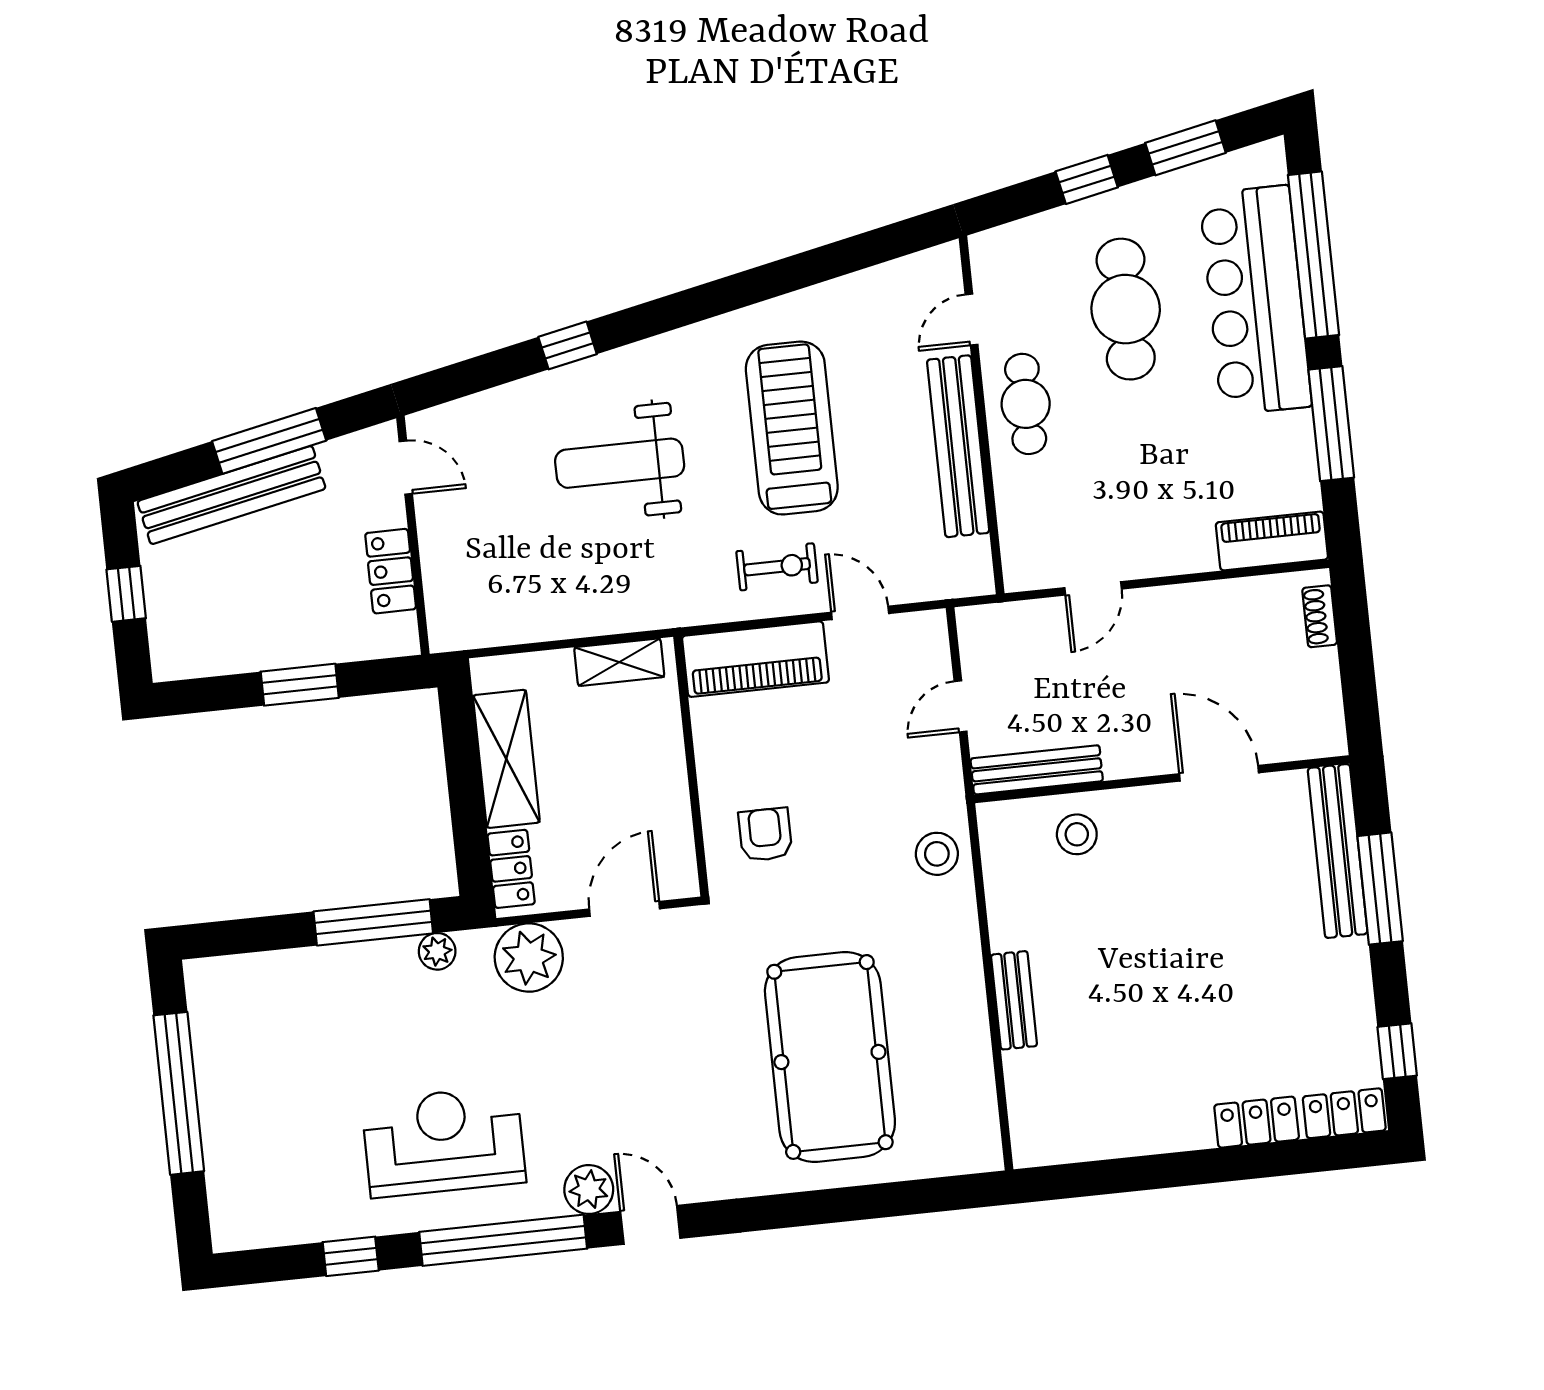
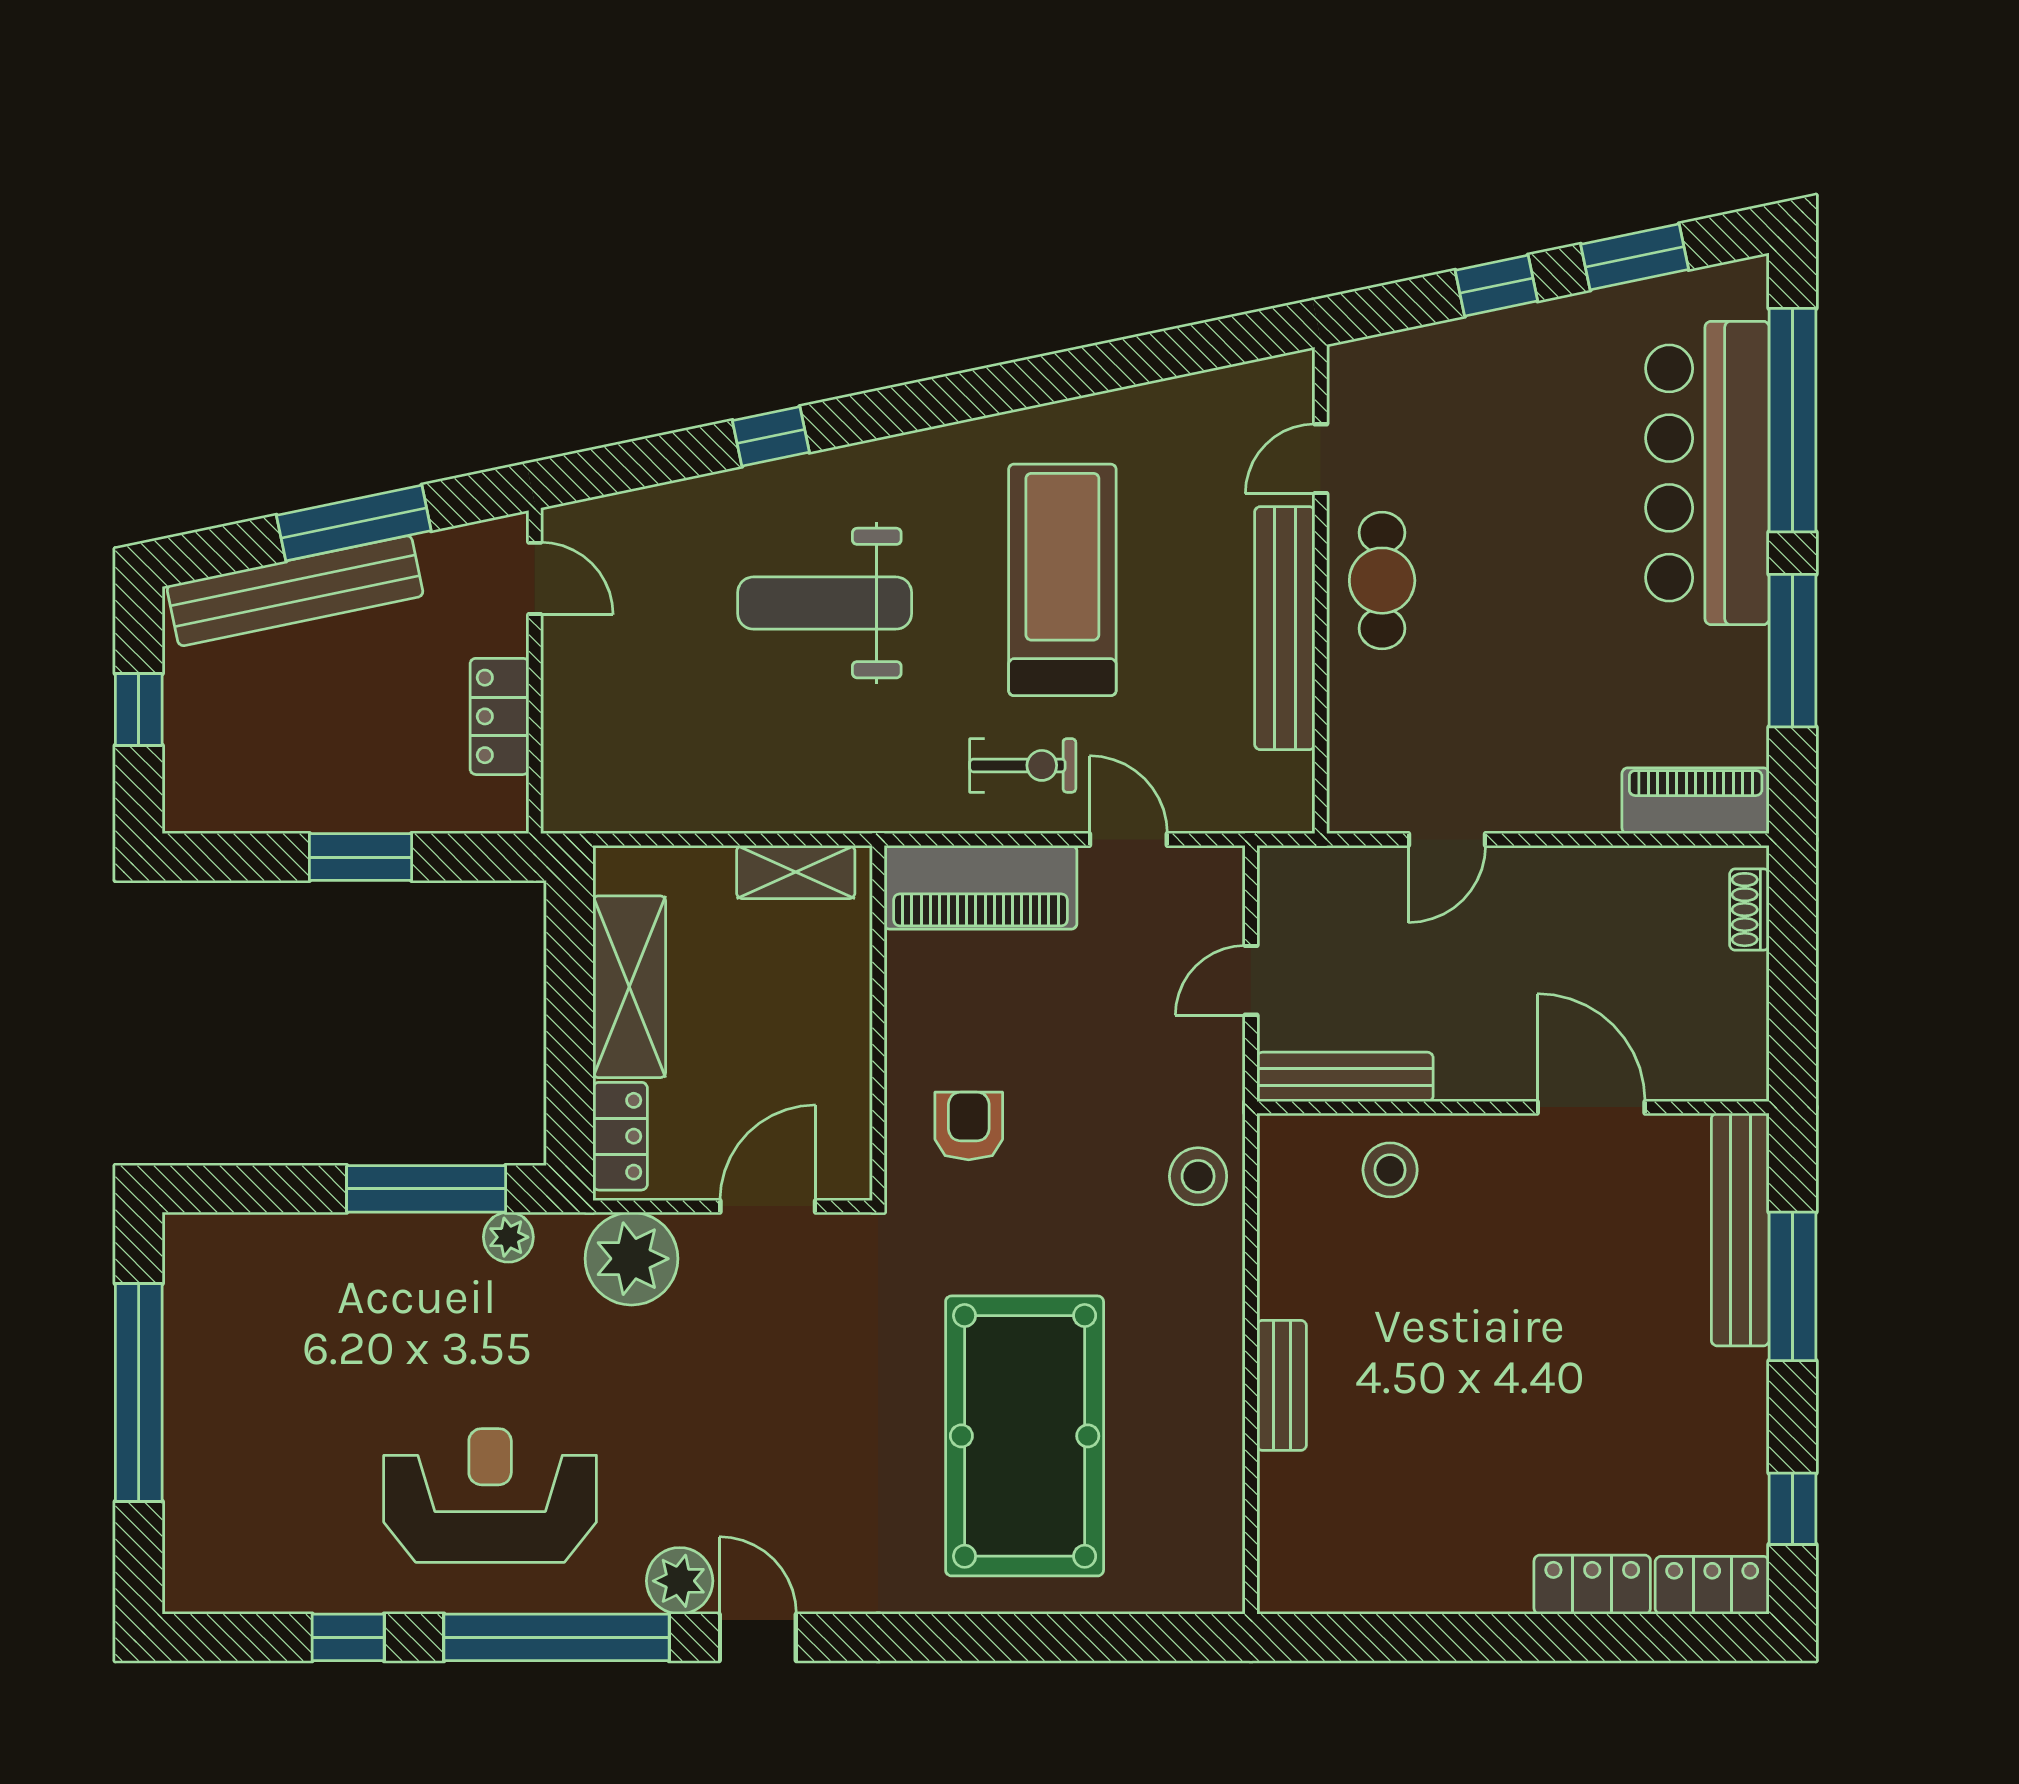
cafe table: (1126, 309) -> (1531, 466), removed

